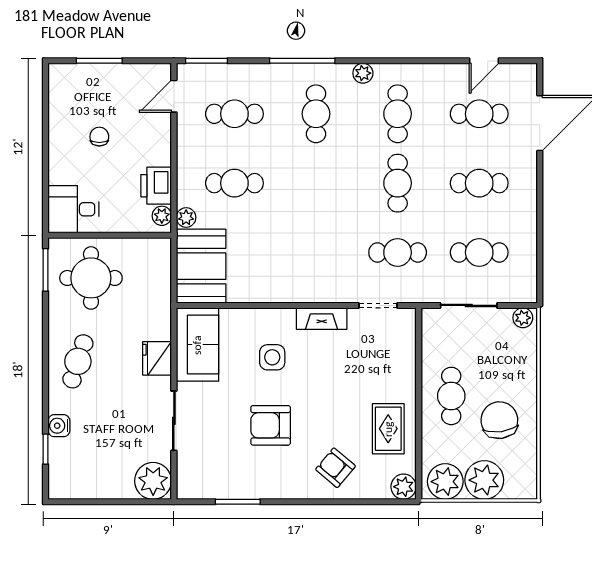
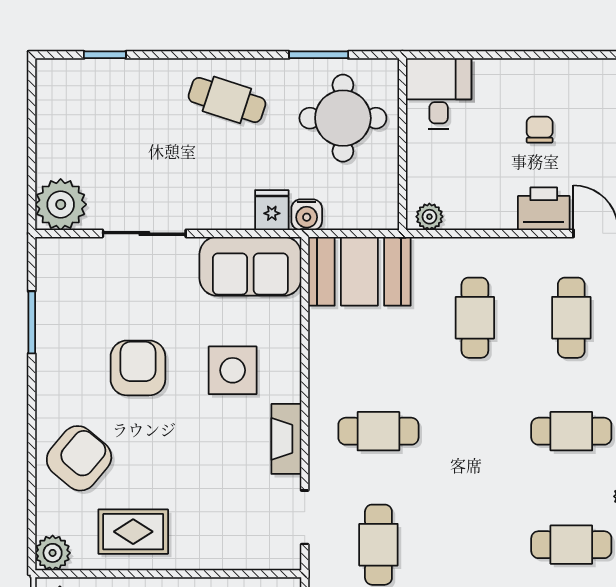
chair: (99, 137) -> (540, 130), turned -90
cafe table: (398, 183) -> (378, 431), moved
printer: (156, 186) -> (544, 209), moved
plant: (186, 218) -> (427, 250), removed
window: (45, 270) -> (319, 55), moved
side table: (272, 357) -> (233, 370), width x1.37, depth x1.37
fridge: (157, 358) -> (272, 210), moved, width x0.72
water cooler: (59, 426) -> (307, 215), moved, turned 180
armchair: (335, 468) -> (79, 458), width x1.38, depth x1.38

